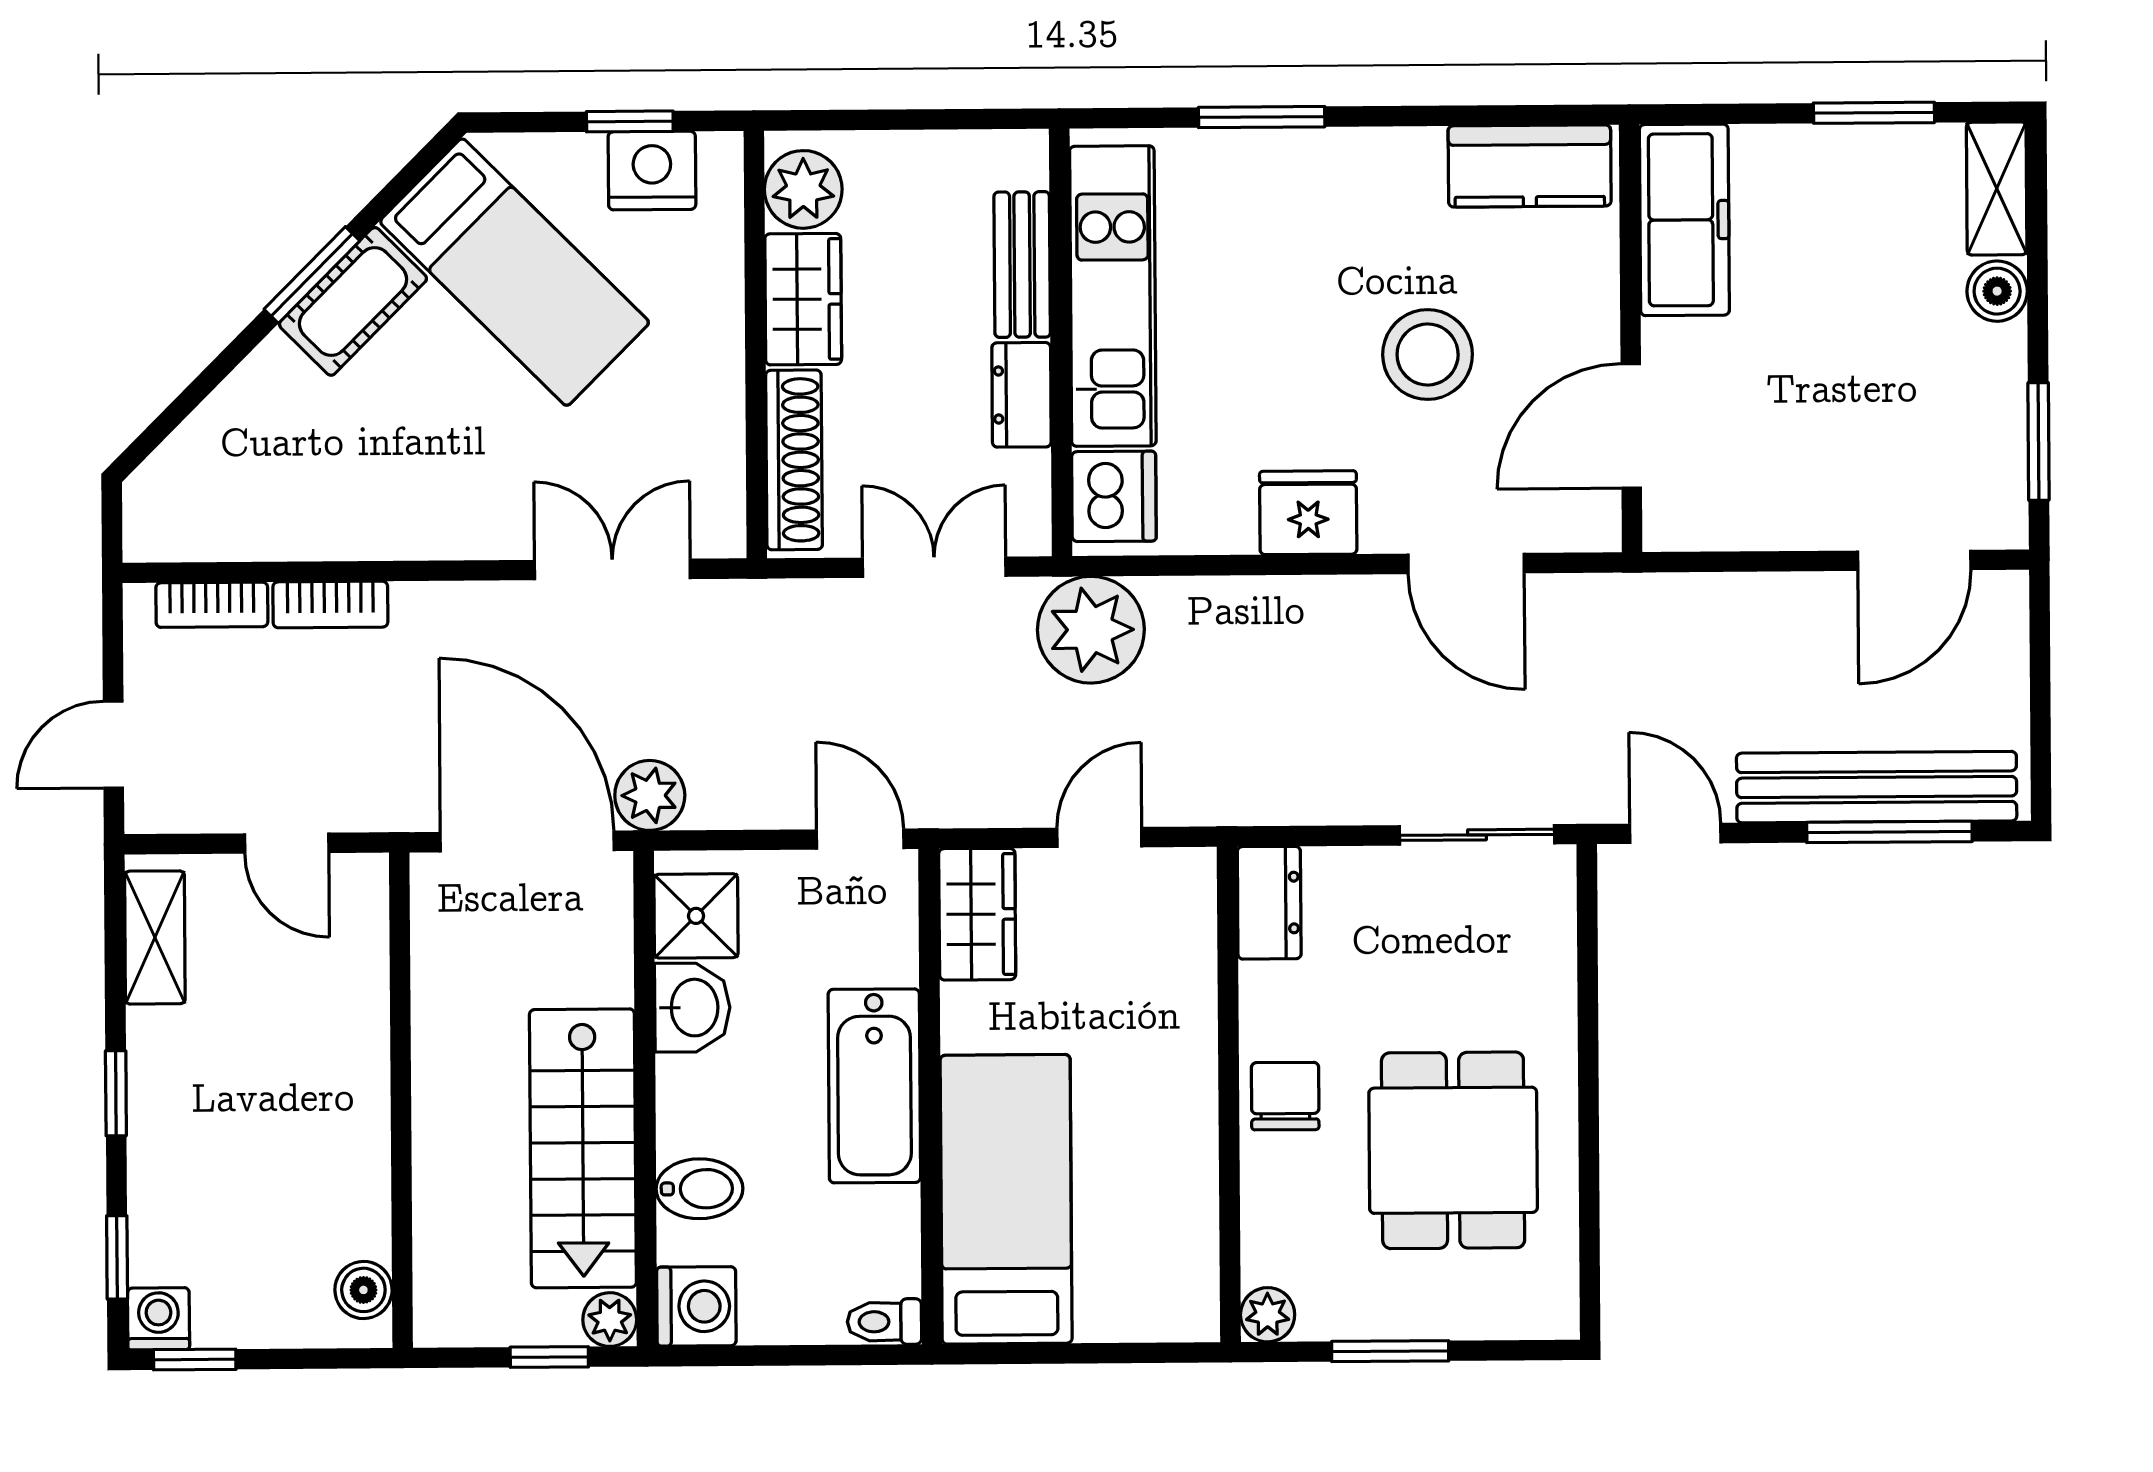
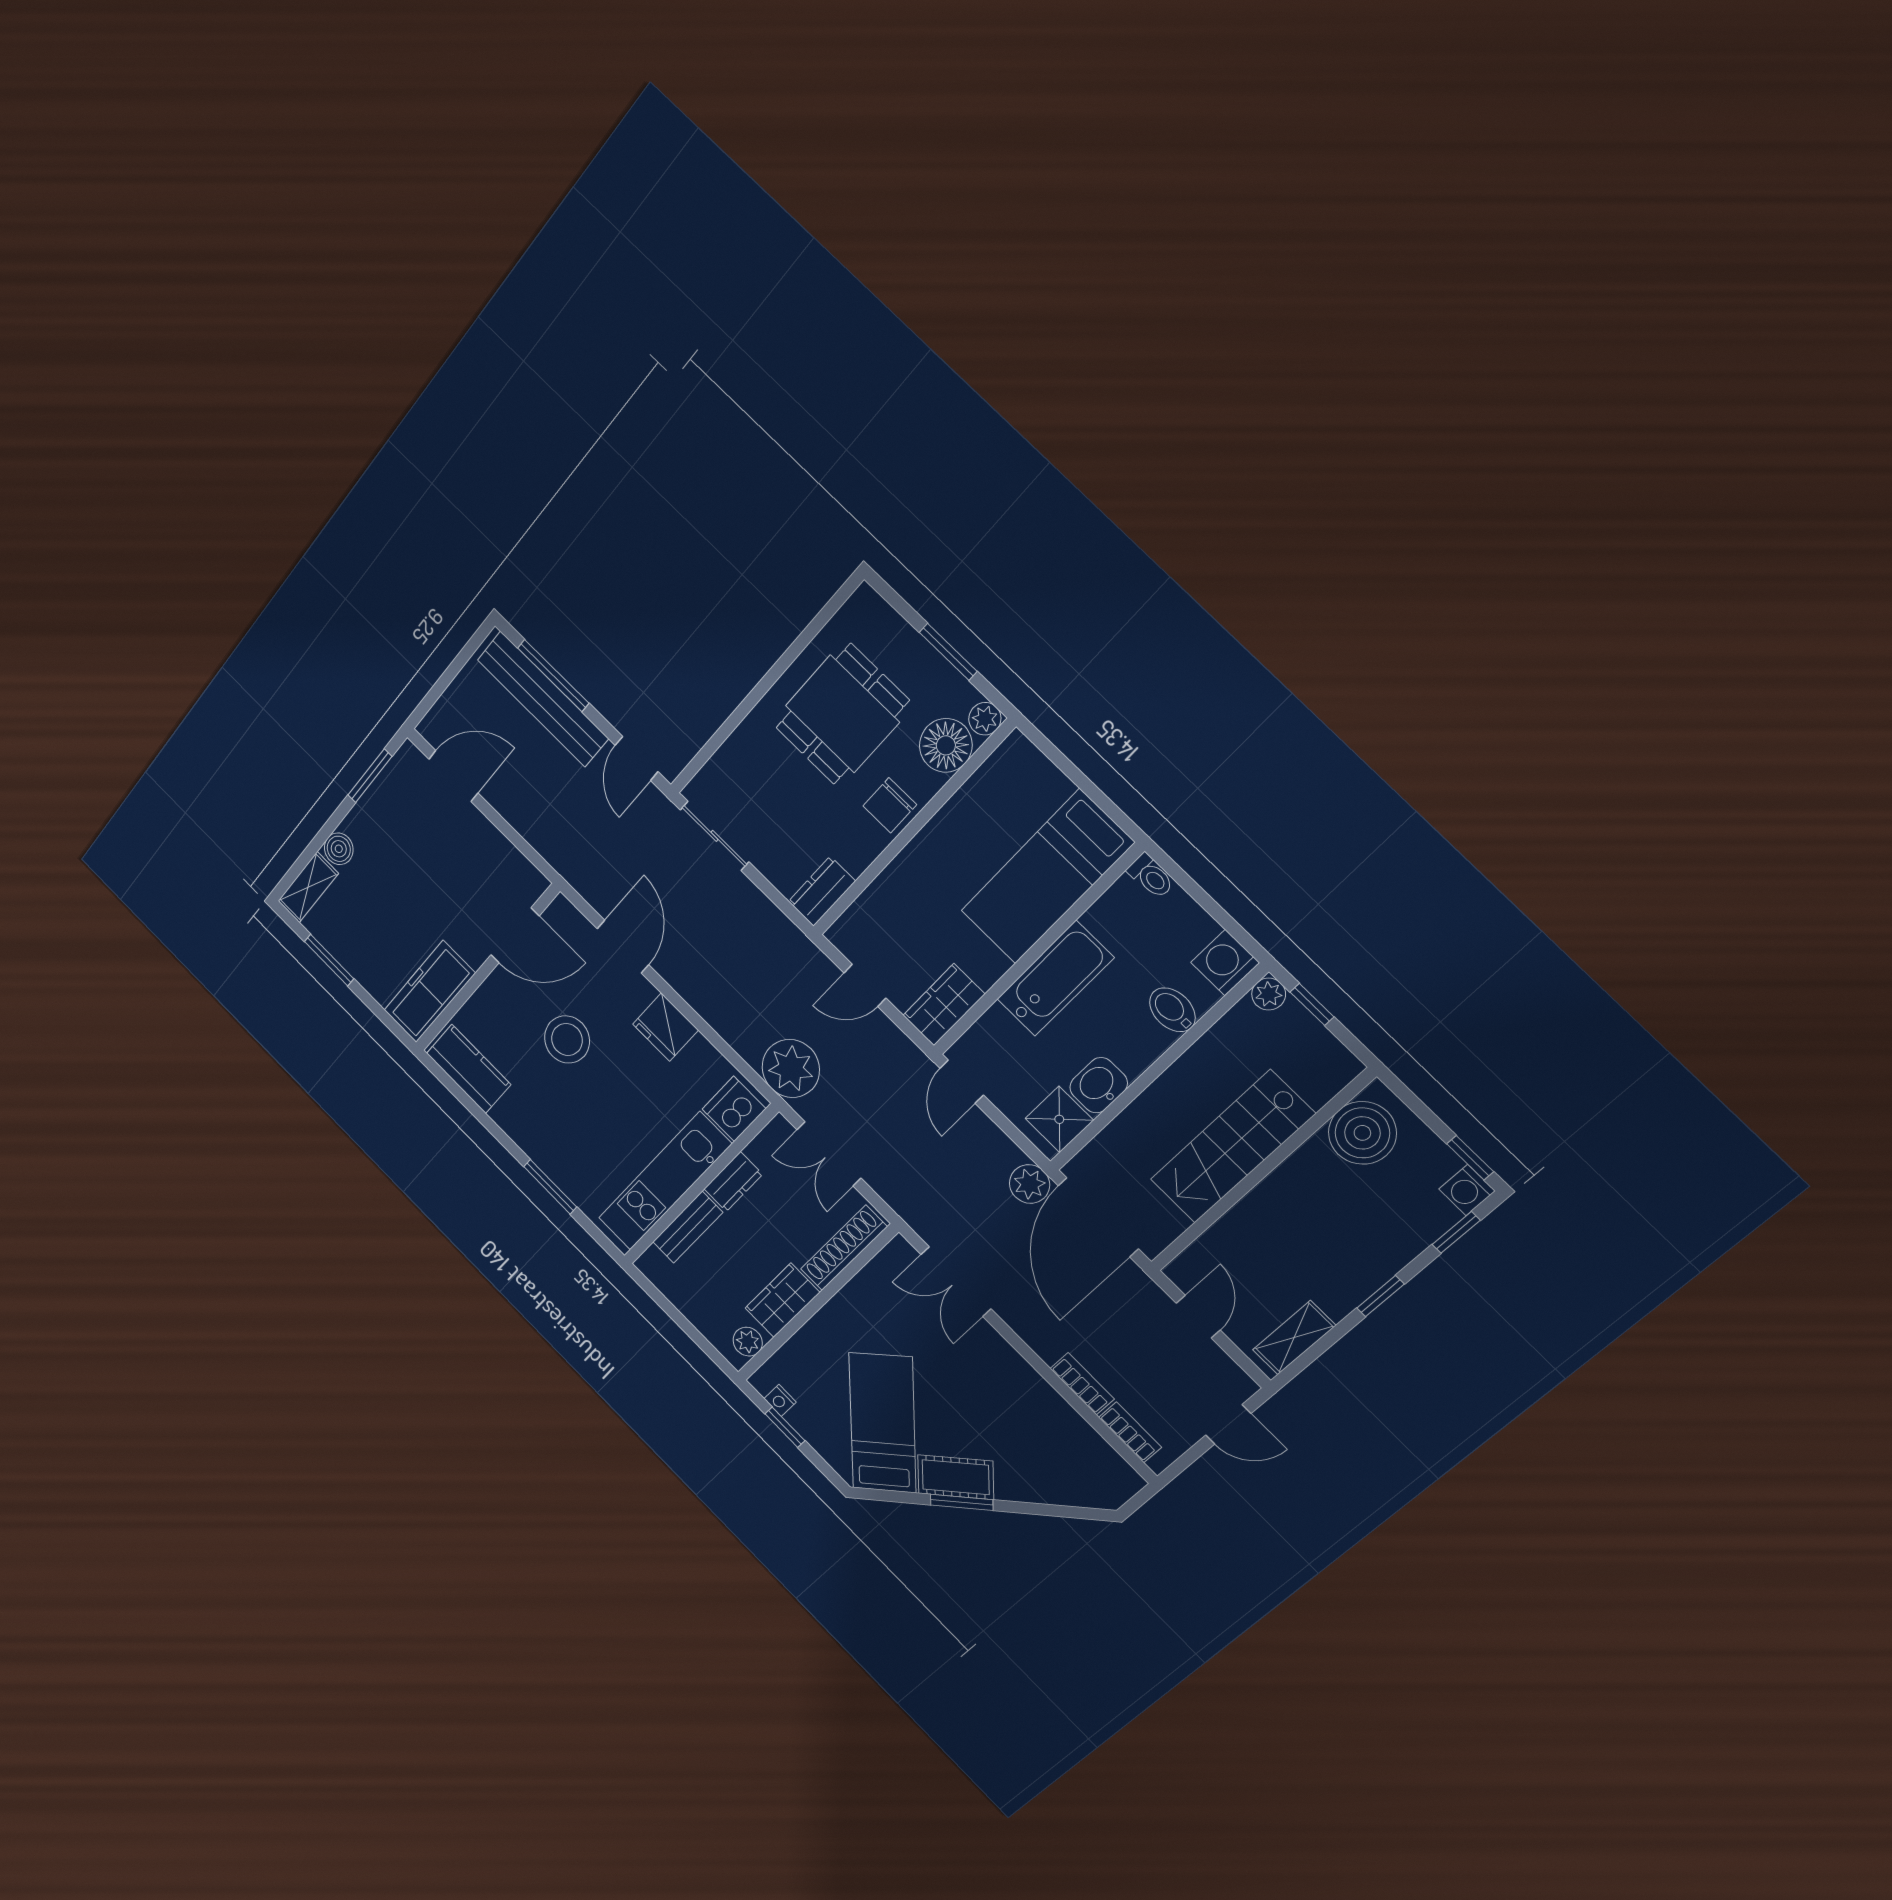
nightstand: (652, 171) -> (780, 1400), width x0.53, depth x0.56
plant: (803, 189) -> (748, 1342), width x0.73, depth x0.73
stairs: (583, 1148) -> (1232, 1147), moved, turned 180
floor lamp: (1285, 1237) -> (946, 745), added
boiler: (363, 1290) -> (1362, 1133), width x1.86, depth x1.86

